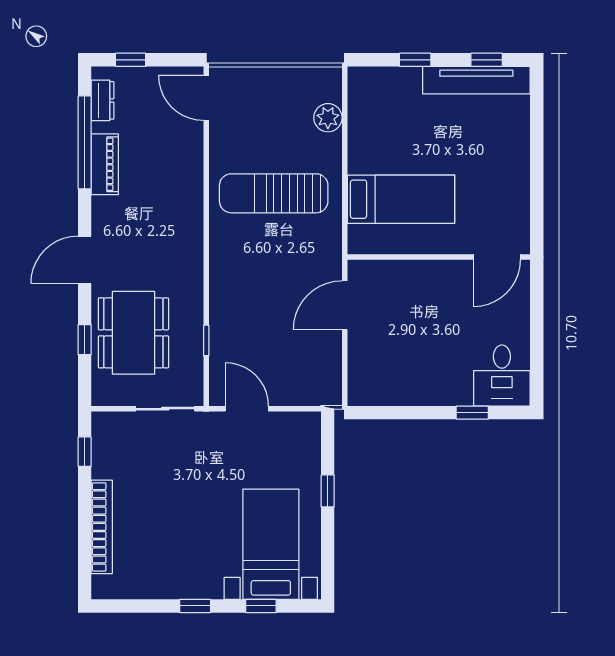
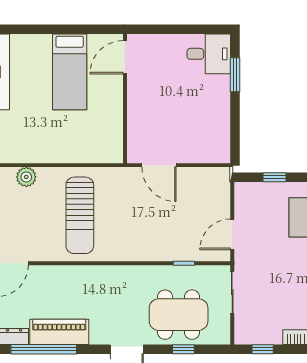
piano: (105, 164) -> (59, 332), width x1.37, depth x1.33
bed: (401, 199) -> (70, 72), moved, turned 180
door: (497, 257) -> (125, 57), swing flipped
window: (472, 413) -> (235, 75), width x1.50
window: (328, 491) -> (274, 177), moved

